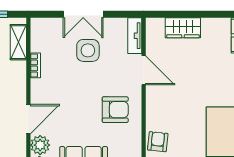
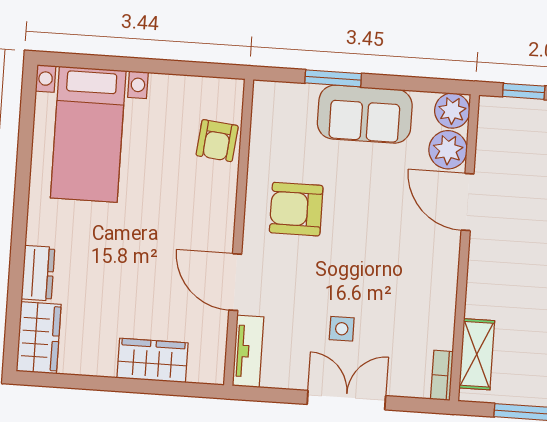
side table: (88, 50) -> (342, 329), width x0.54, depth x0.54
bookcase: (35, 65) -> (442, 375), moved
door: (28, 119) -> (468, 202), hinge flipped

